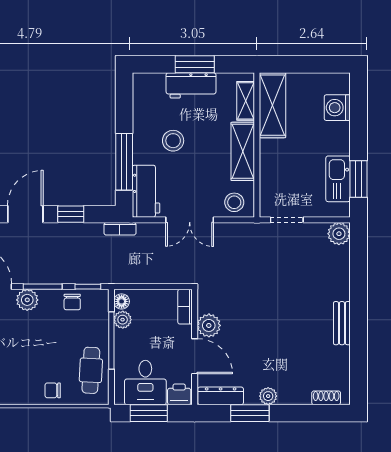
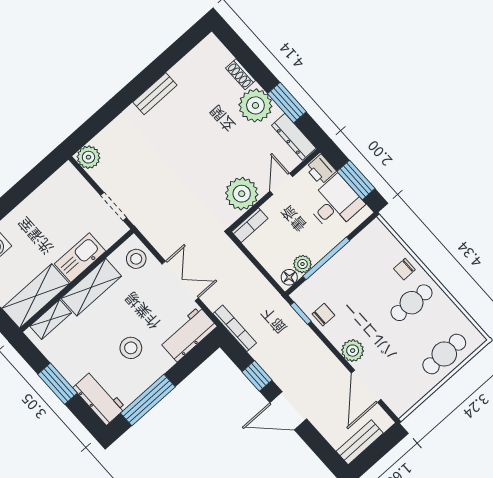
workbench: (191, 85) -> (99, 398), moved
window: (124, 162) -> (148, 400), moved
kitchen sink: (338, 179) -> (80, 258), moved, turned 180
window: (359, 179) -> (33, 180), removed
bookcase: (120, 229) -> (235, 328), width x1.56
window: (43, 287) -> (332, 348), removed
plant: (209, 325) -> (242, 194), width x1.36, depth x1.36
door: (195, 356) -> (281, 184), width x0.73
cafe table: (91, 370) -> (412, 303), moved
chair: (53, 390) -> (404, 269), turned 90
plant: (268, 396) -> (255, 105), width x1.88, depth x1.88
shoe rack: (326, 398) -> (241, 74), moved

